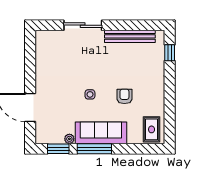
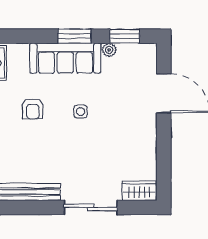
wardrobe: (48, 37) -> (139, 191), added
window: (94, 149) -> (75, 36), width x0.69

